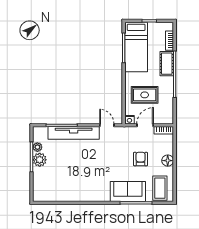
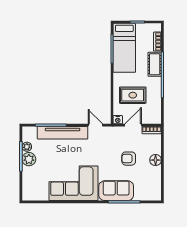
armchair: (141, 159) -> (129, 159), turned -90
corner sofa: (85, 184) -> (73, 183), added
coffee table: (160, 188) -> (148, 187), removed

